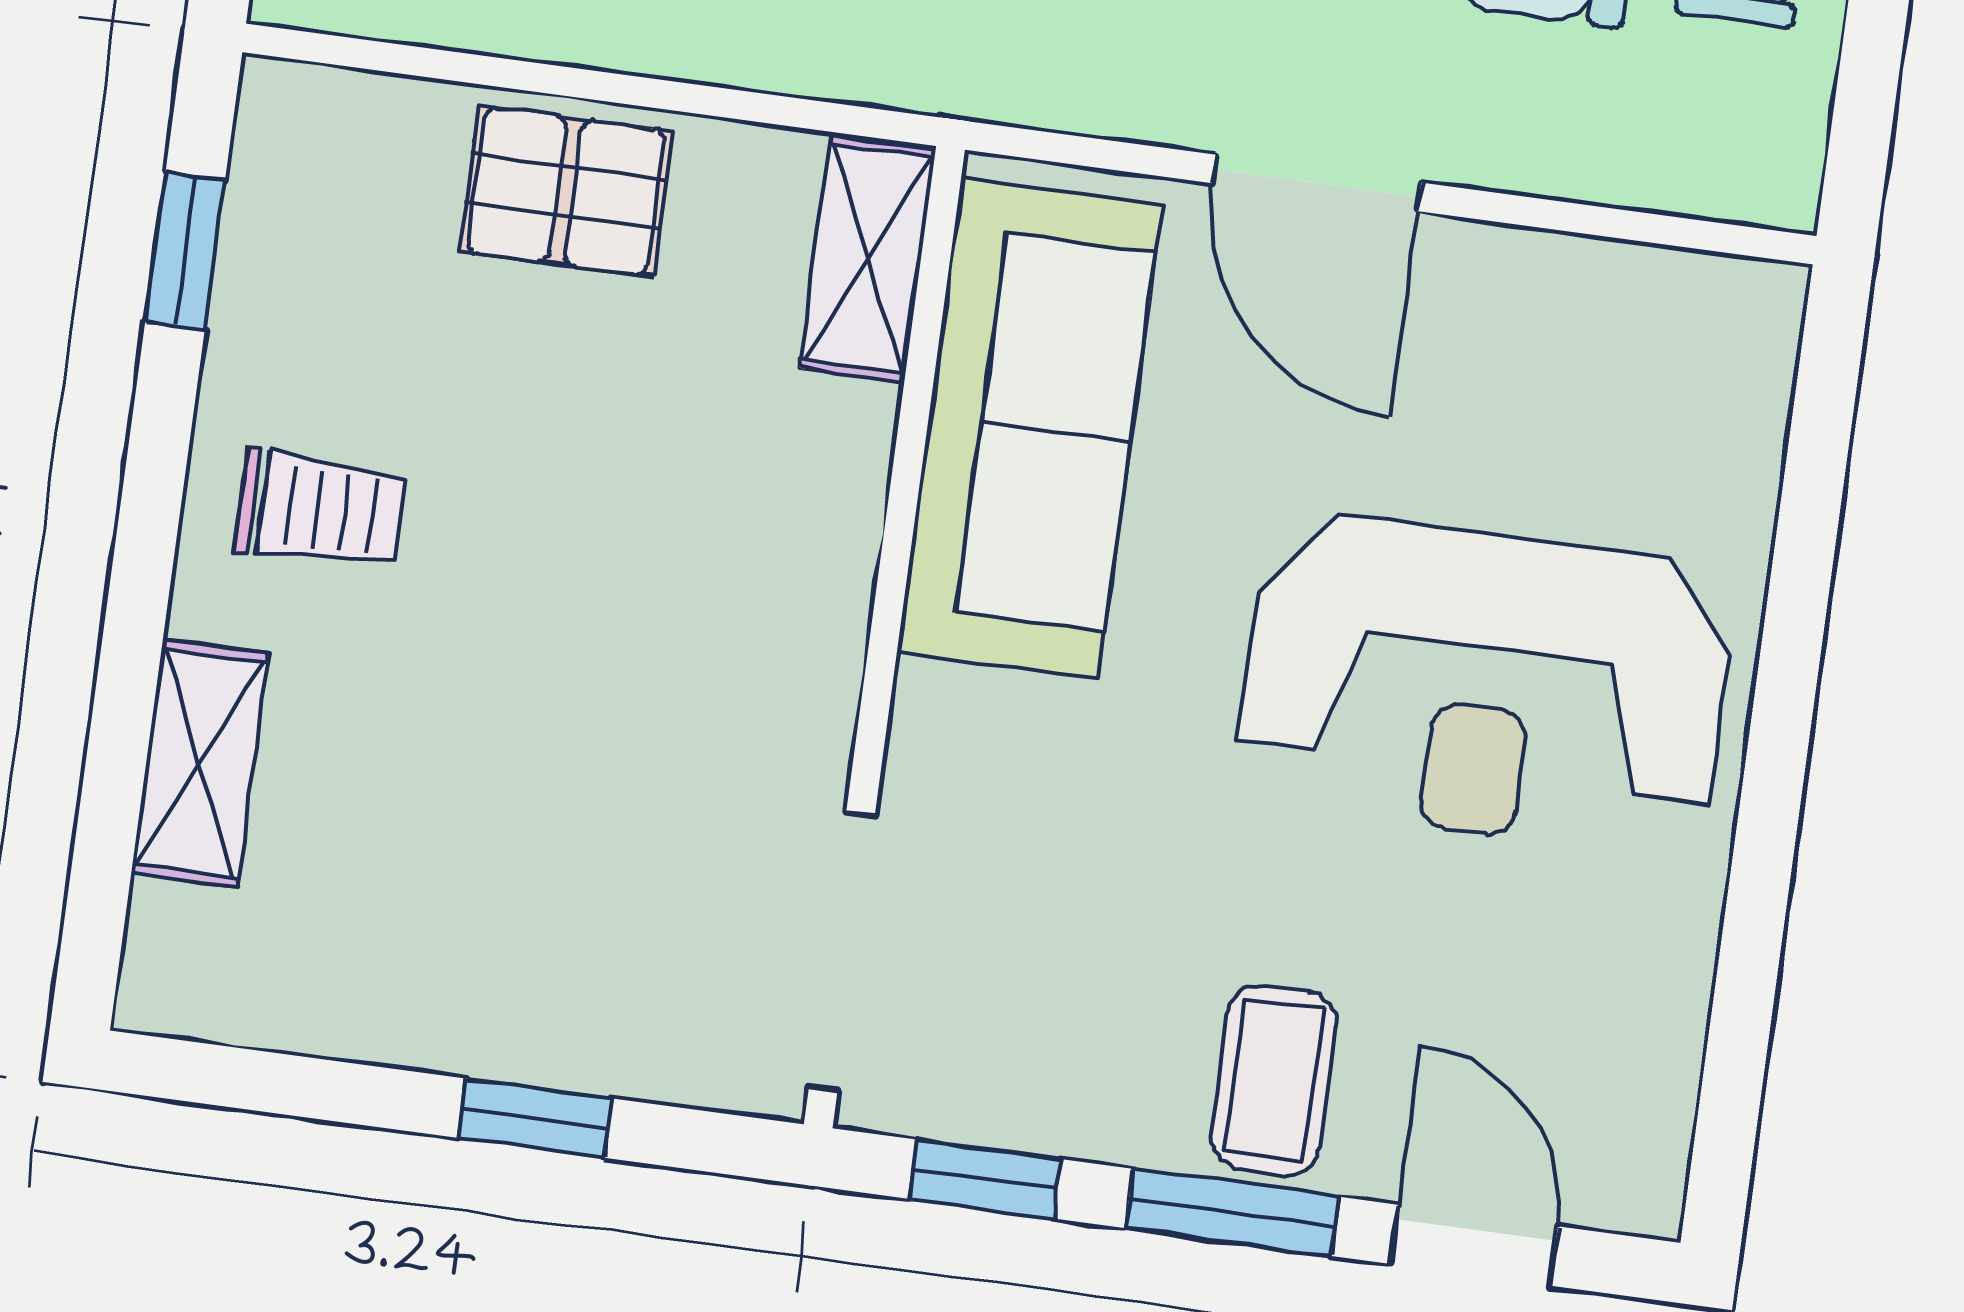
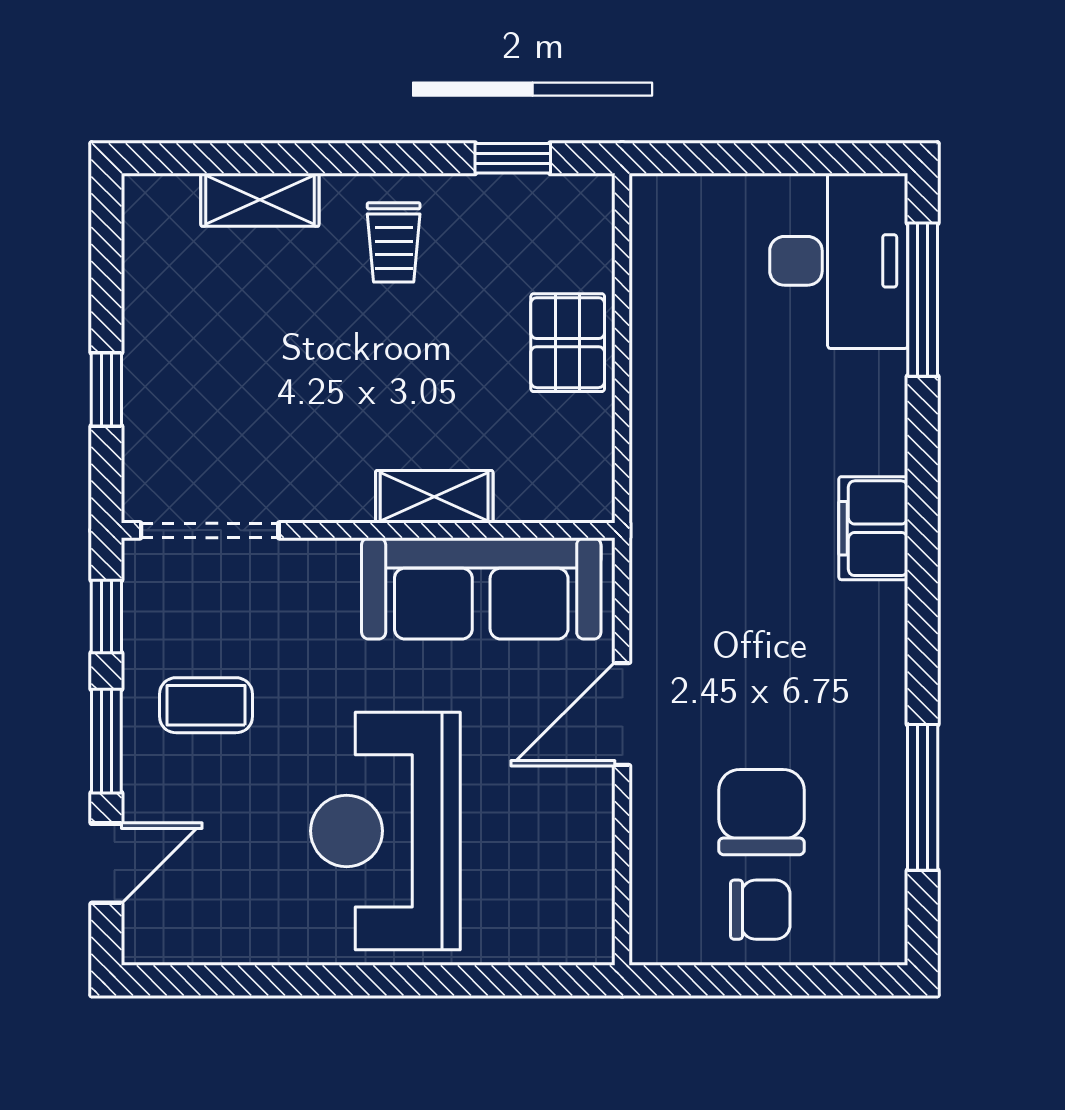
shelving: (868, 259) -> (434, 497), moved
coffee table: (1274, 1080) -> (206, 705), moved

